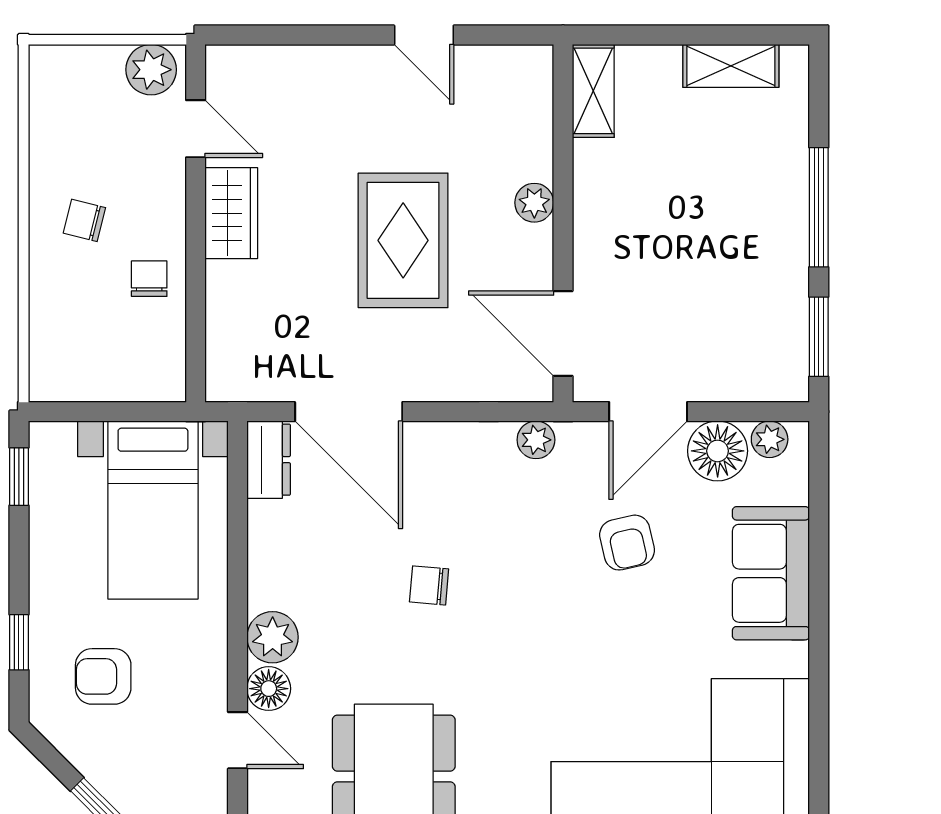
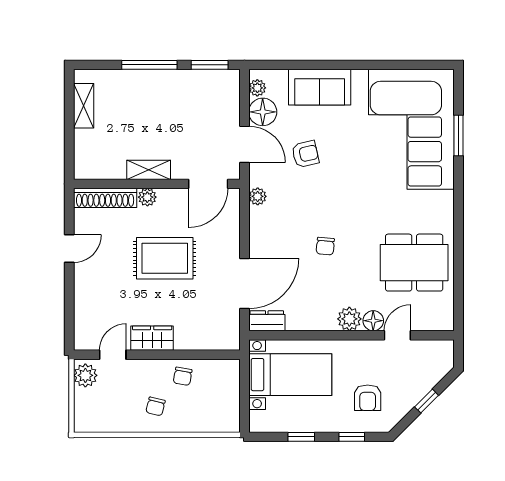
shelving: (593, 91) -> (149, 170), moved
shoe rack: (533, 112) -> (105, 198), added
chair: (149, 279) -> (183, 376), turned -80
window: (19, 477) -> (301, 437), moved

